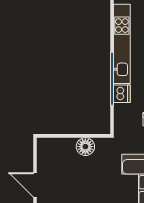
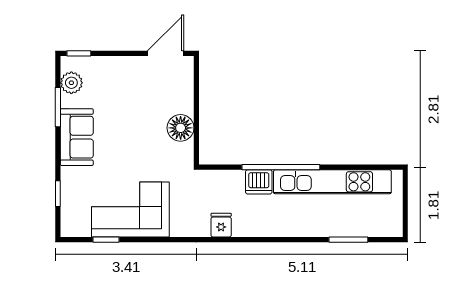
door: (35, 185) -> (166, 53), moved

